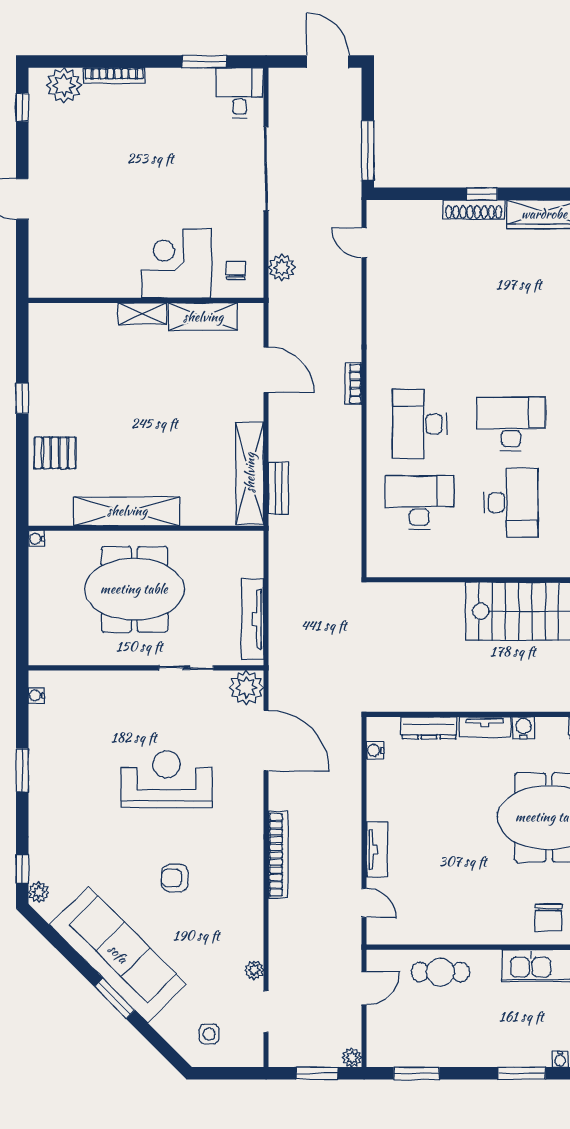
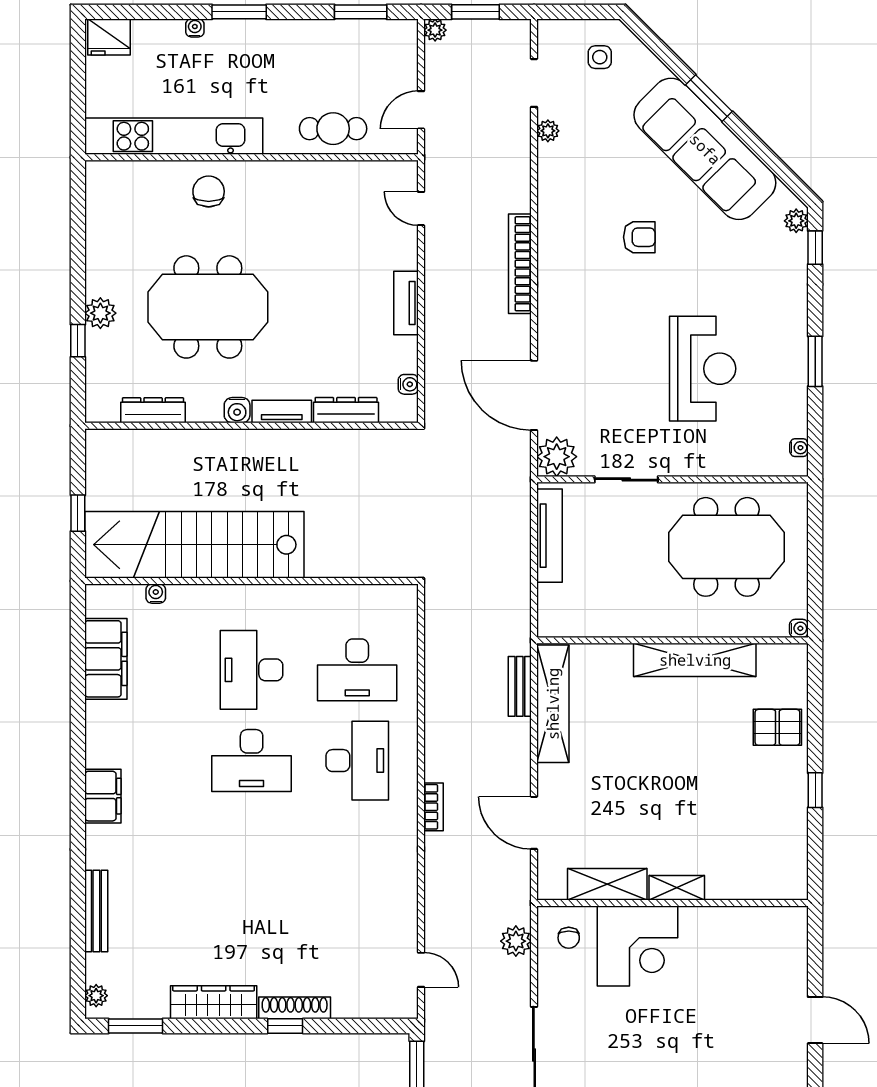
meeting table: (134, 589) -> (726, 547), moved
reception desk: (166, 779) -> (703, 369), moved, turned -90
tv unit: (377, 849) -> (406, 303), moved

